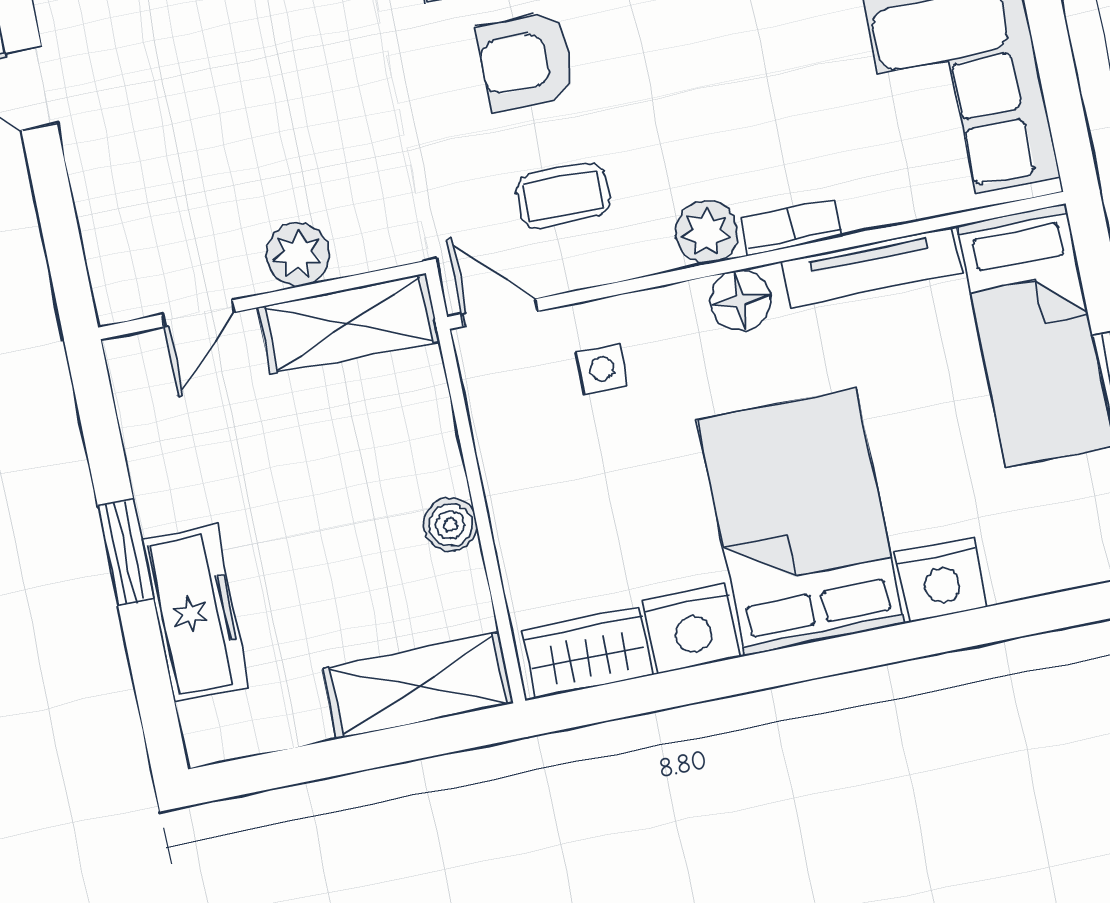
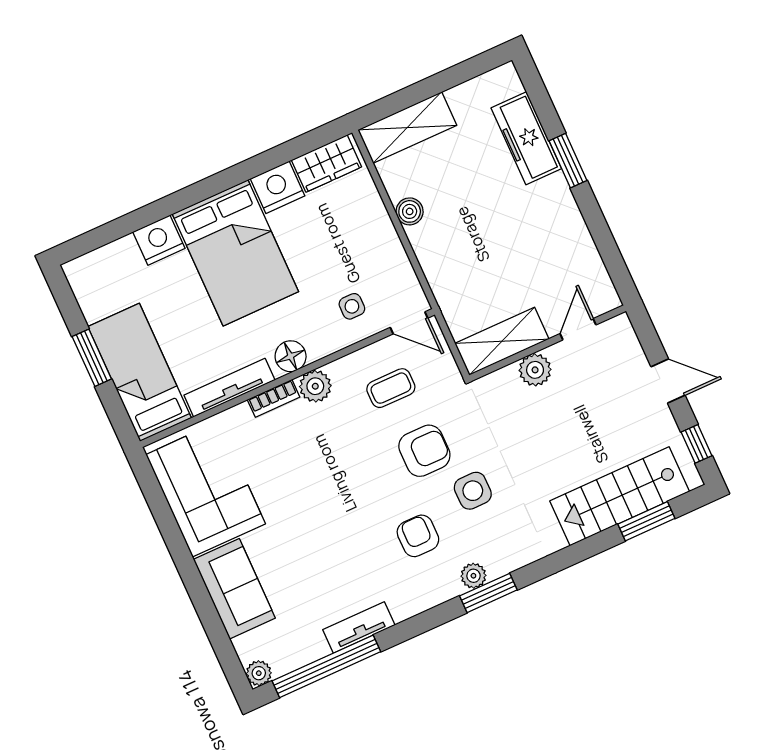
plant: (298, 255) -> (535, 370), moved
wall: (262, 300) -> (548, 343), moved
door: (198, 313) -> (578, 329), moved
shelving: (348, 324) -> (502, 341), moved

